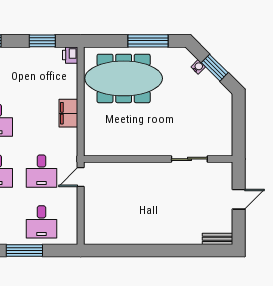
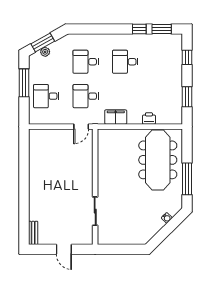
printer: (70, 55) -> (149, 118), moved
window: (215, 68) -> (166, 231), removed
filing cabinet: (68, 113) -> (116, 117), moved
door: (81, 177) -> (81, 127), swing flipped

